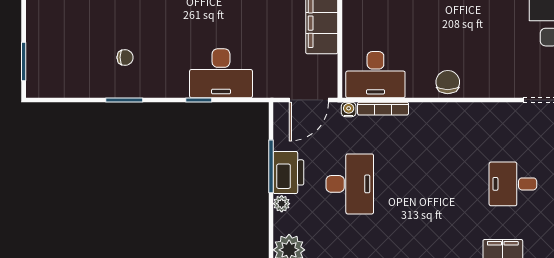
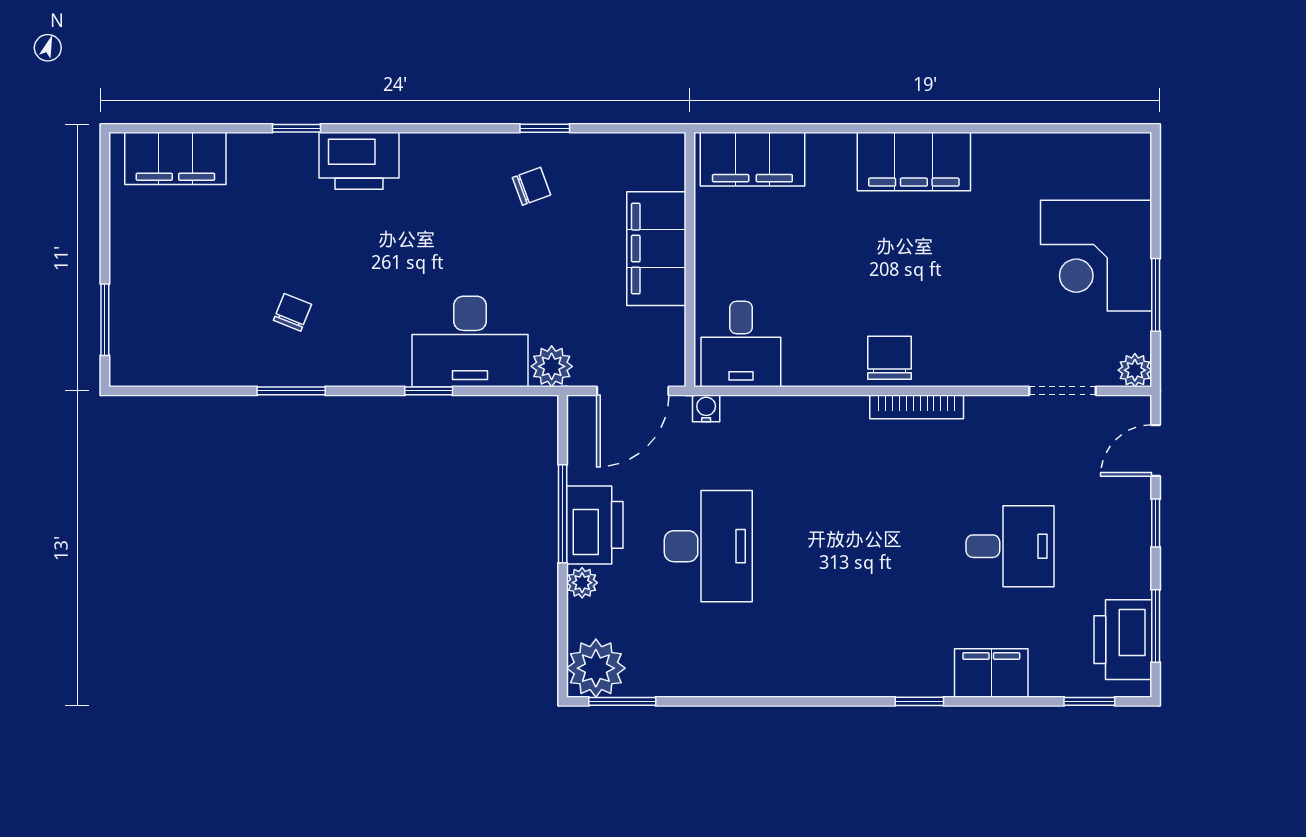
chair: (125, 57) -> (292, 312), turned -68
desk: (375, 75) -> (741, 344), width x0.73
plant: (265, 87) -> (552, 366), added
bookcase: (383, 109) -> (917, 407), moved
desk: (513, 184) -> (1010, 546), turned 180

